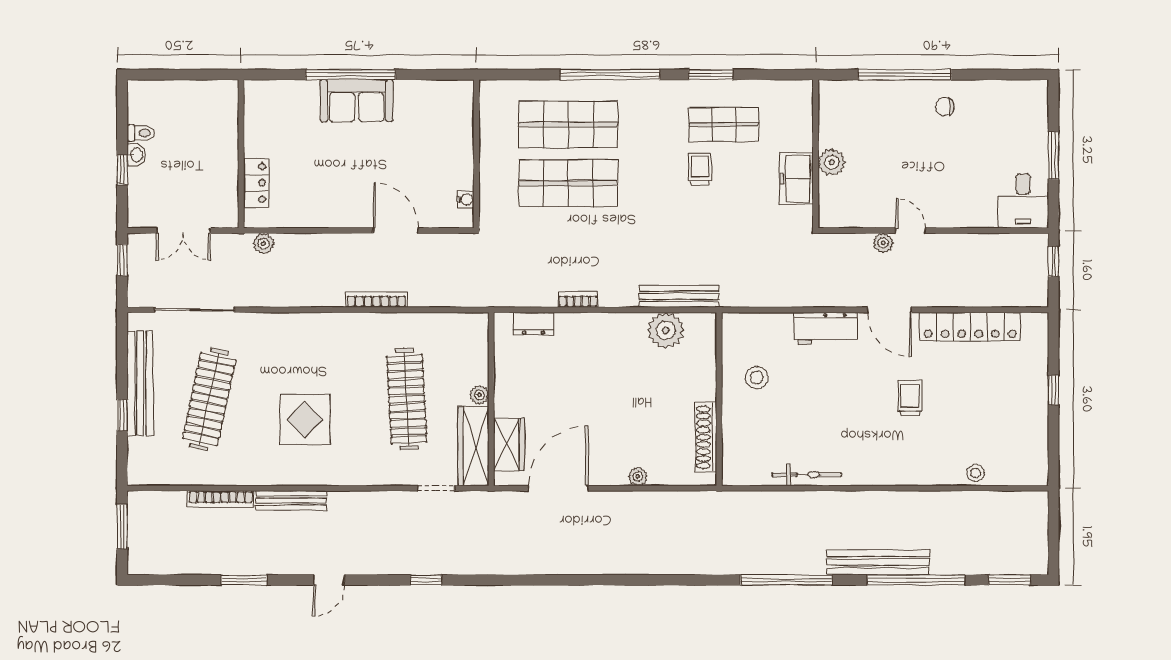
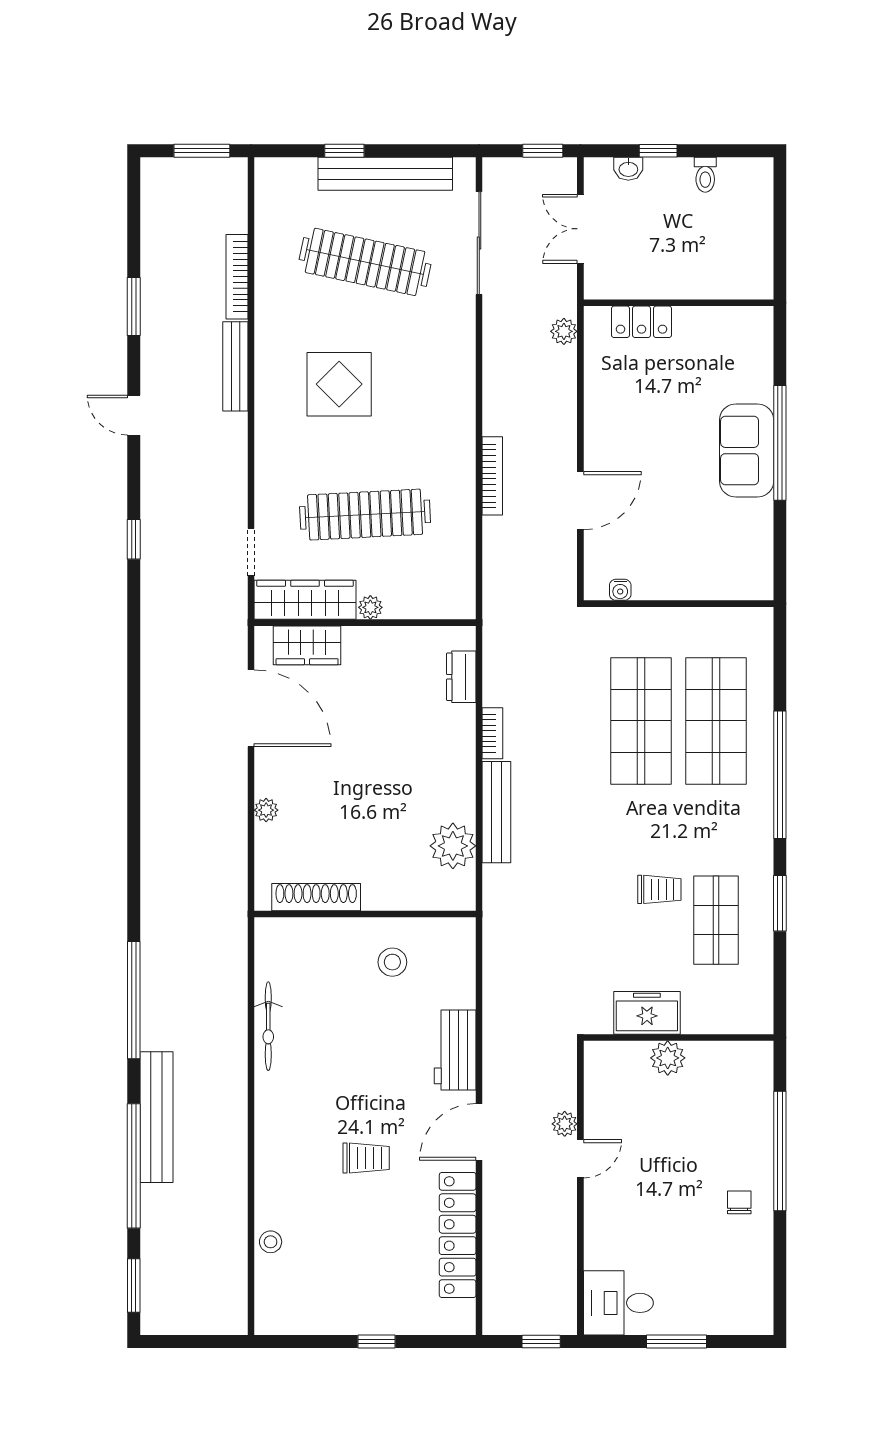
washbasin: (136, 155) -> (628, 169), moved
bench: (679, 296) -> (496, 812), moved

